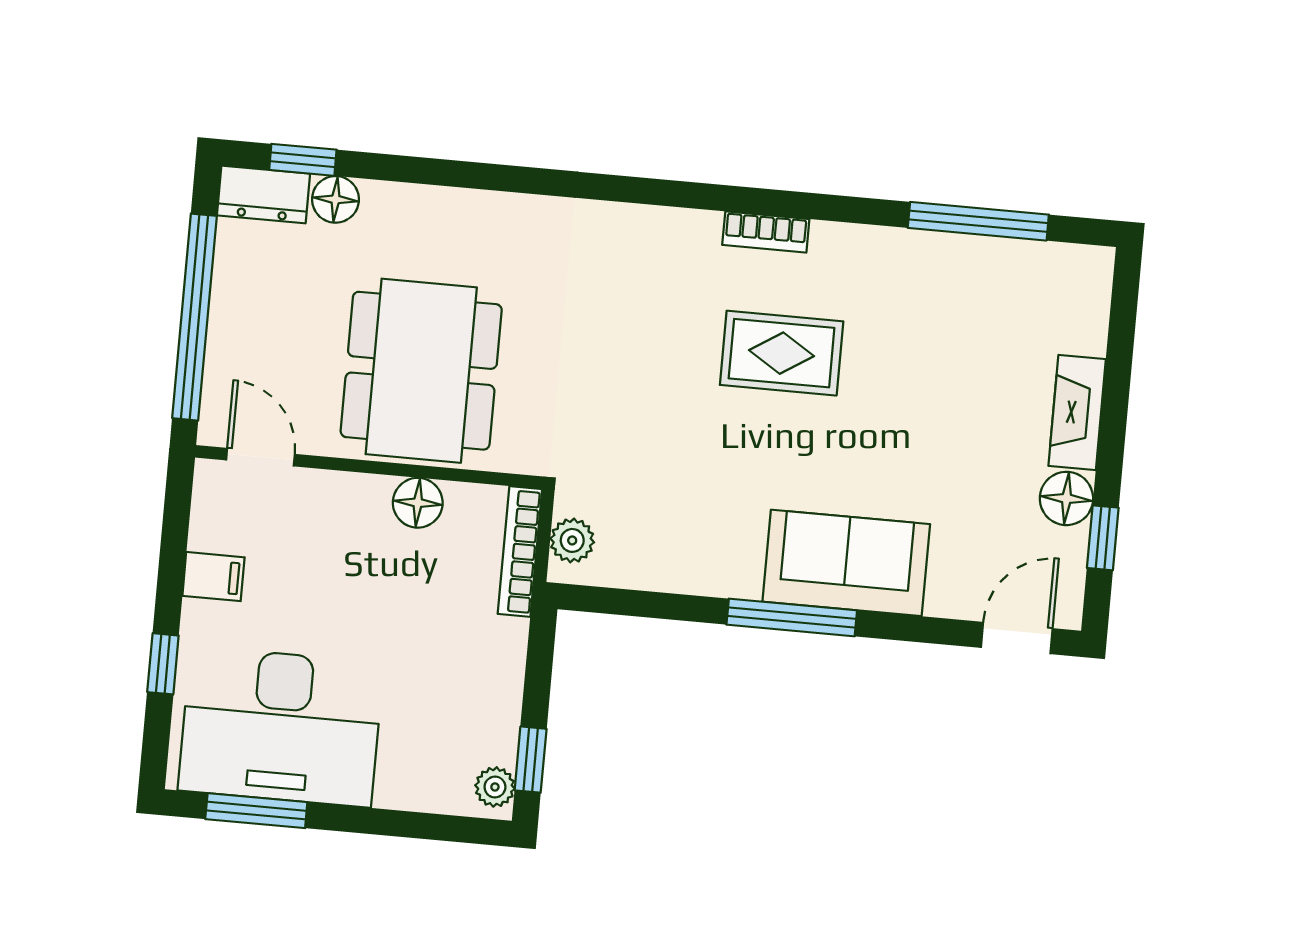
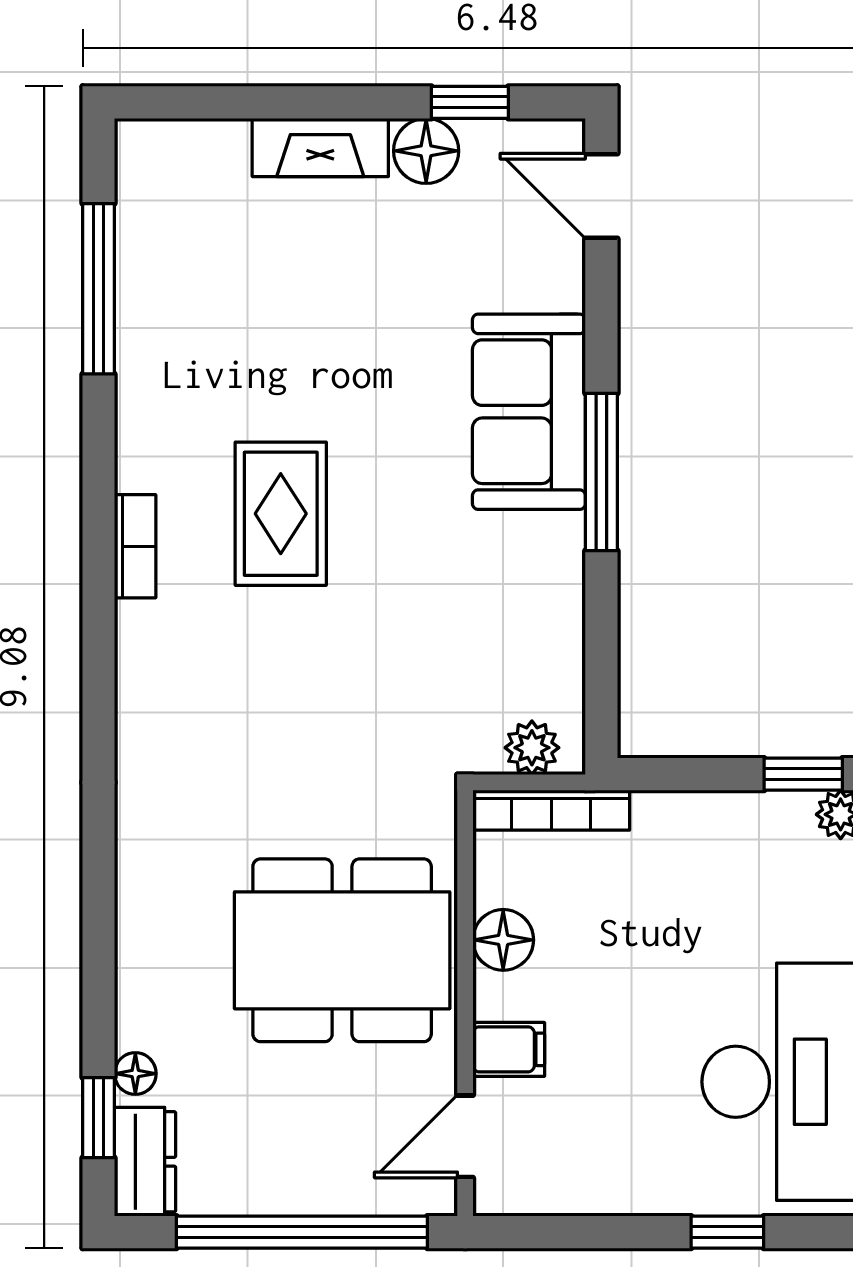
floor lamp: (335, 199) -> (135, 1074), width x0.73, depth x0.73
filing cabinet: (213, 577) -> (509, 1049), moved, turned 90

